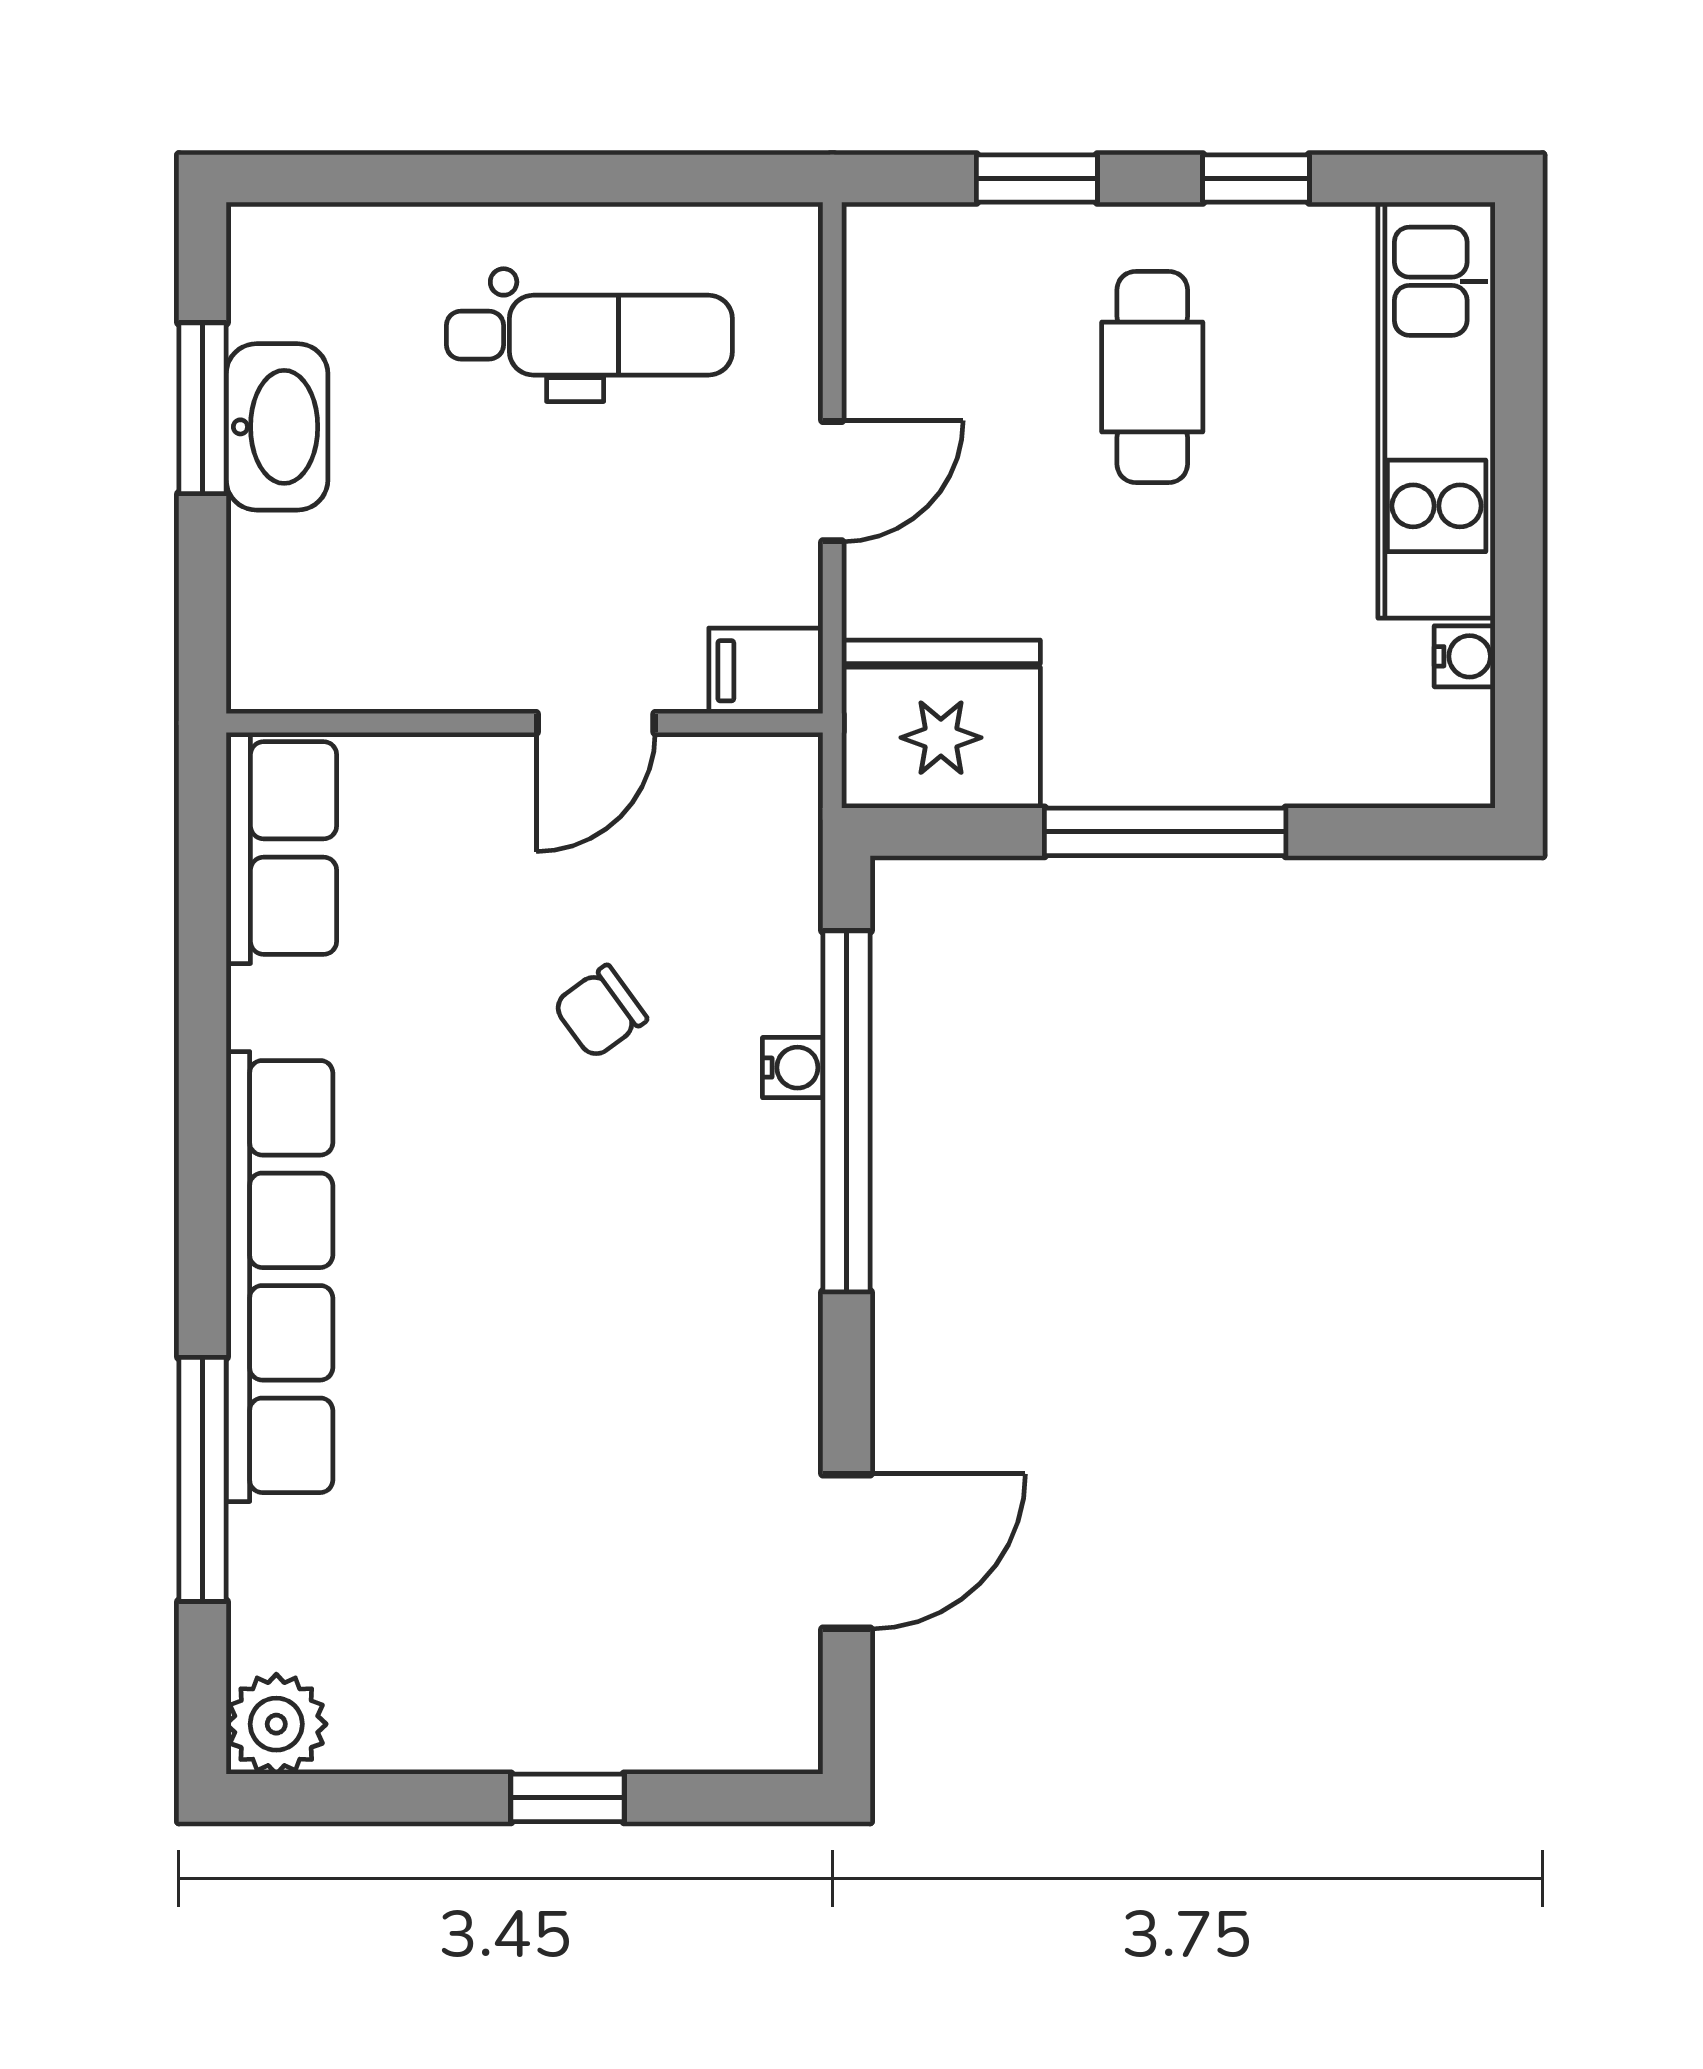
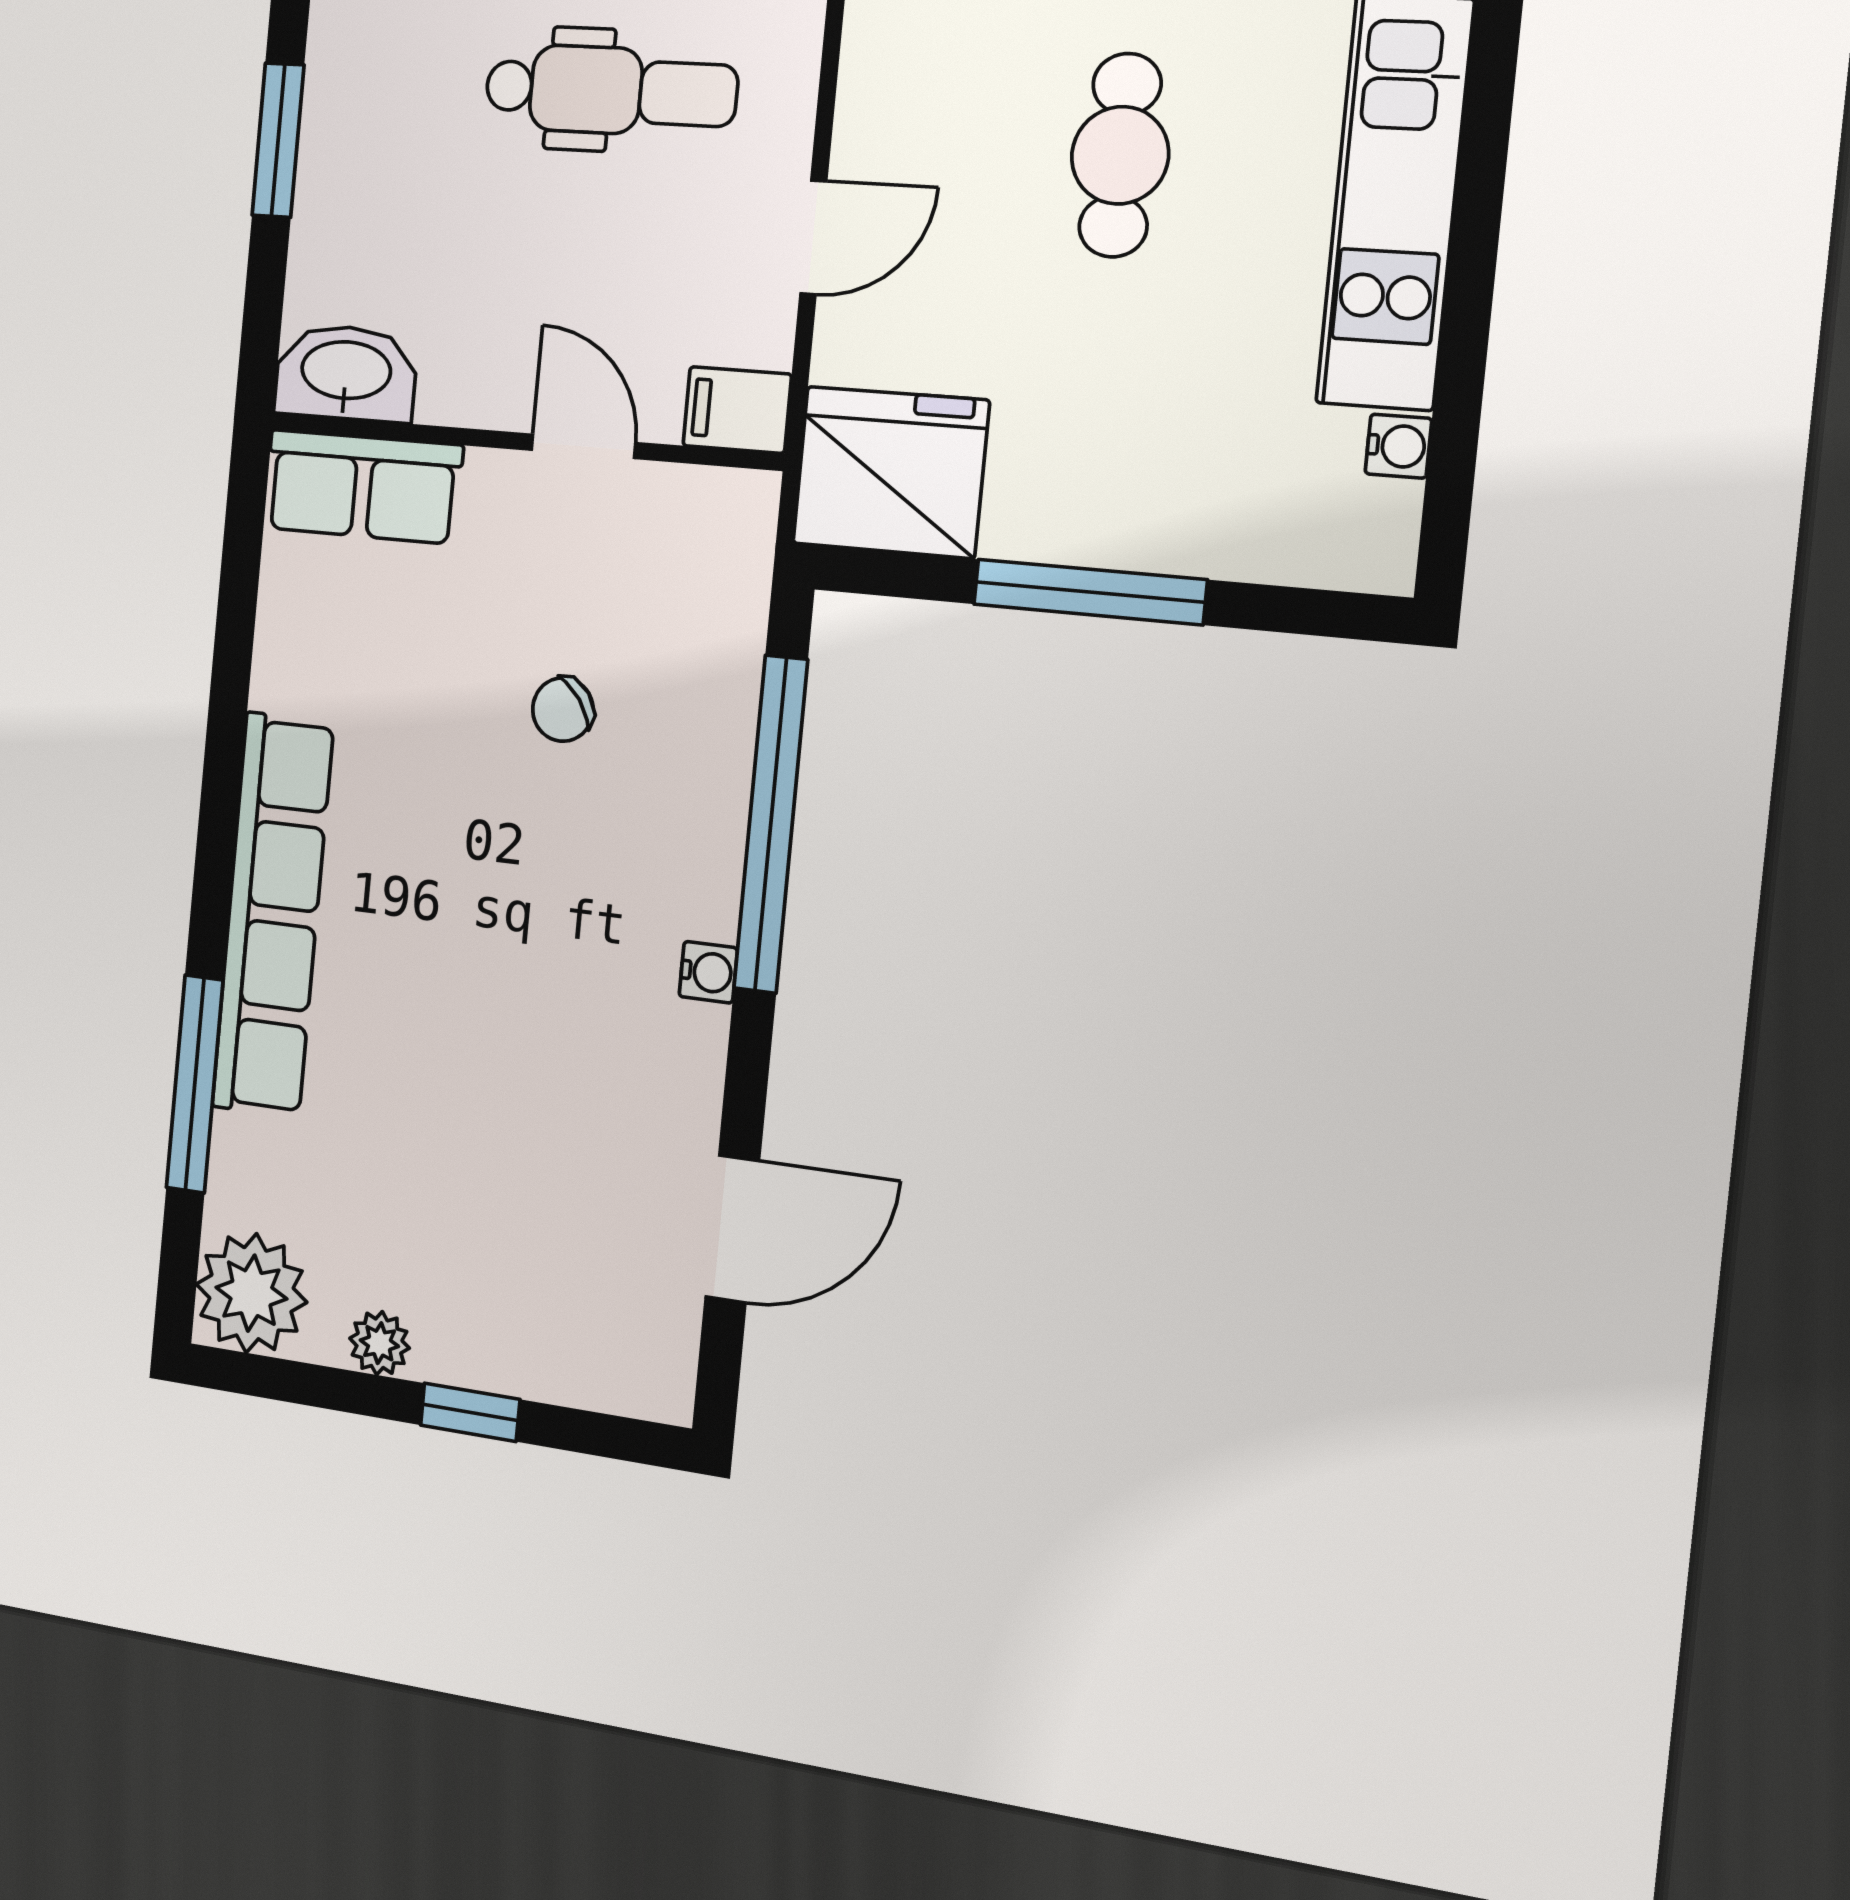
washbasin: (277, 427) -> (346, 373), moved, turned -90
door: (596, 723) -> (583, 446), swing flipped
row of seats: (281, 848) -> (363, 487), moved, turned 90
water cooler: (793, 1068) -> (708, 972), moved
plant: (276, 1724) -> (251, 1293), width x1.36, depth x1.36
plant: (454, 1738) -> (379, 1343), added

